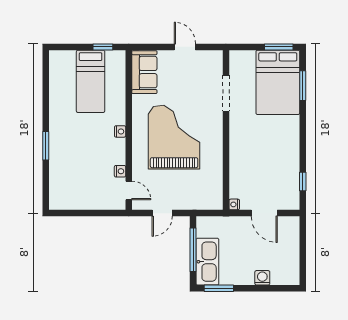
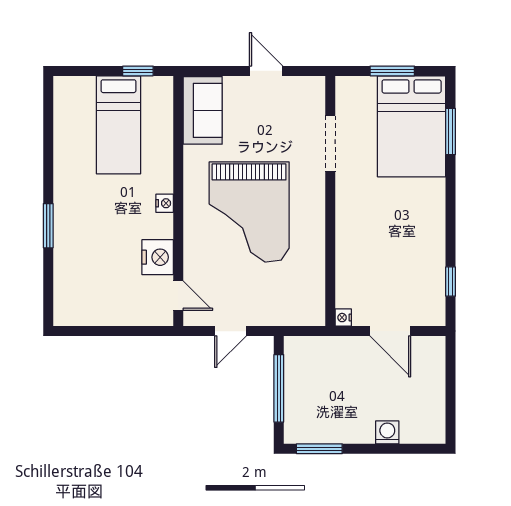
window: (279, 47) -> (392, 71), moved
grand piano: (174, 137) -> (249, 212), turned 180
nightstand: (120, 171) -> (158, 257), width x1.89, depth x1.79
kitchen sink: (207, 262) -> (301, 407), removed

